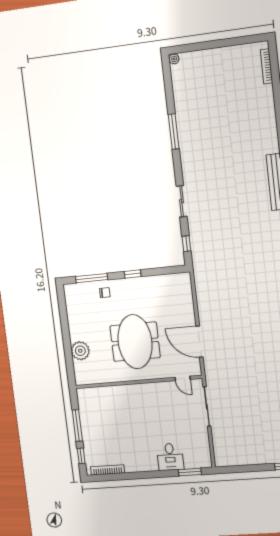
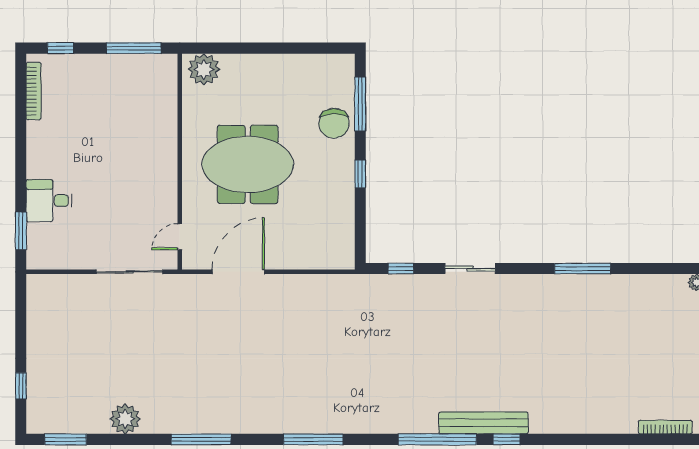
chair: (105, 293) -> (334, 123), width x1.87, depth x1.87
plant: (80, 351) -> (204, 69), moved
window: (77, 426) -> (134, 48), moved

